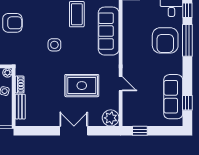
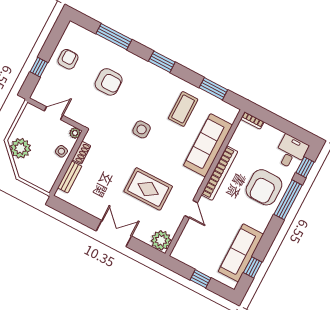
bookcase: (127, 47) -> (219, 173), added
window: (140, 131) -> (201, 279), moved

